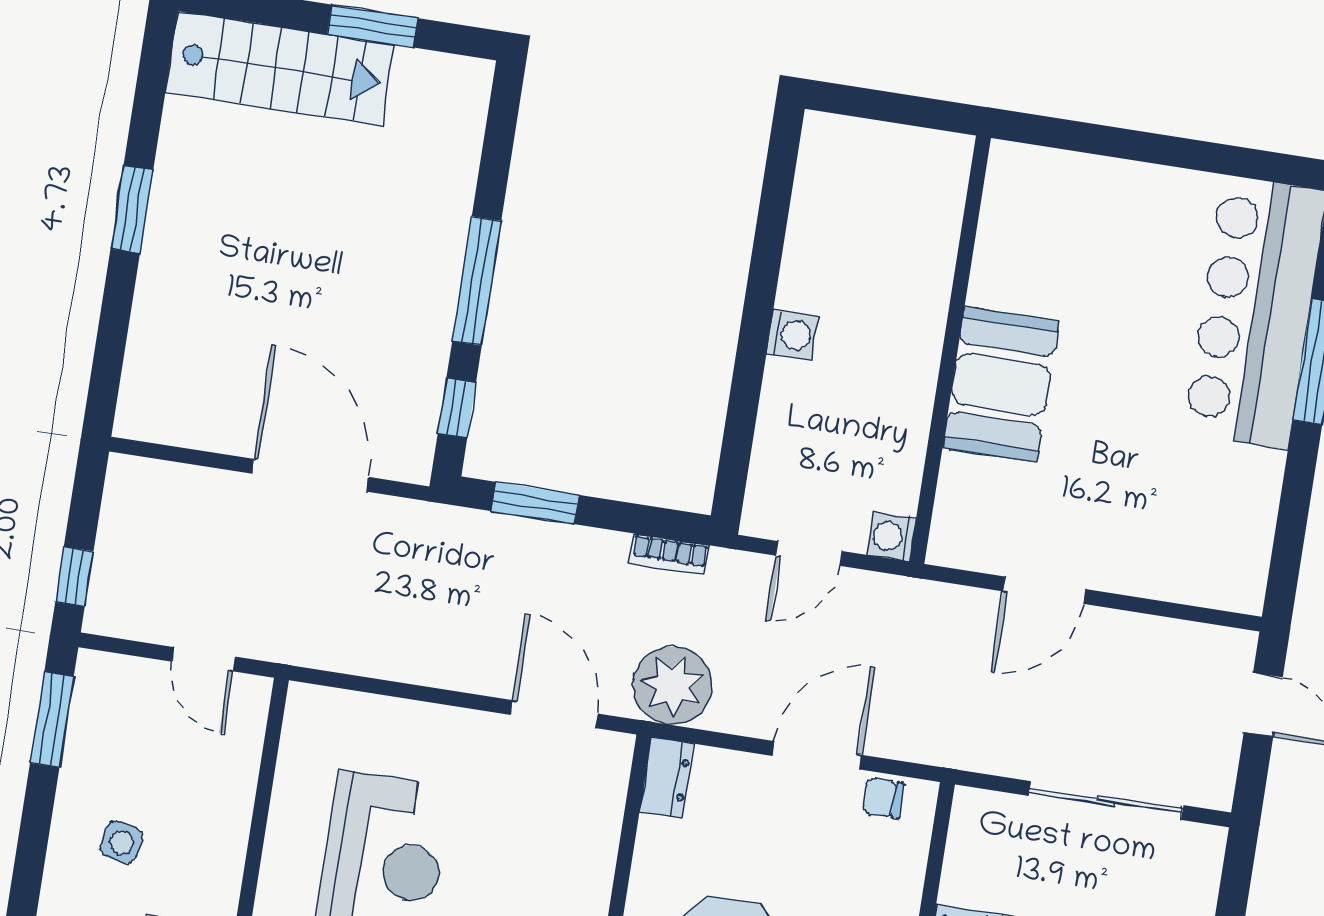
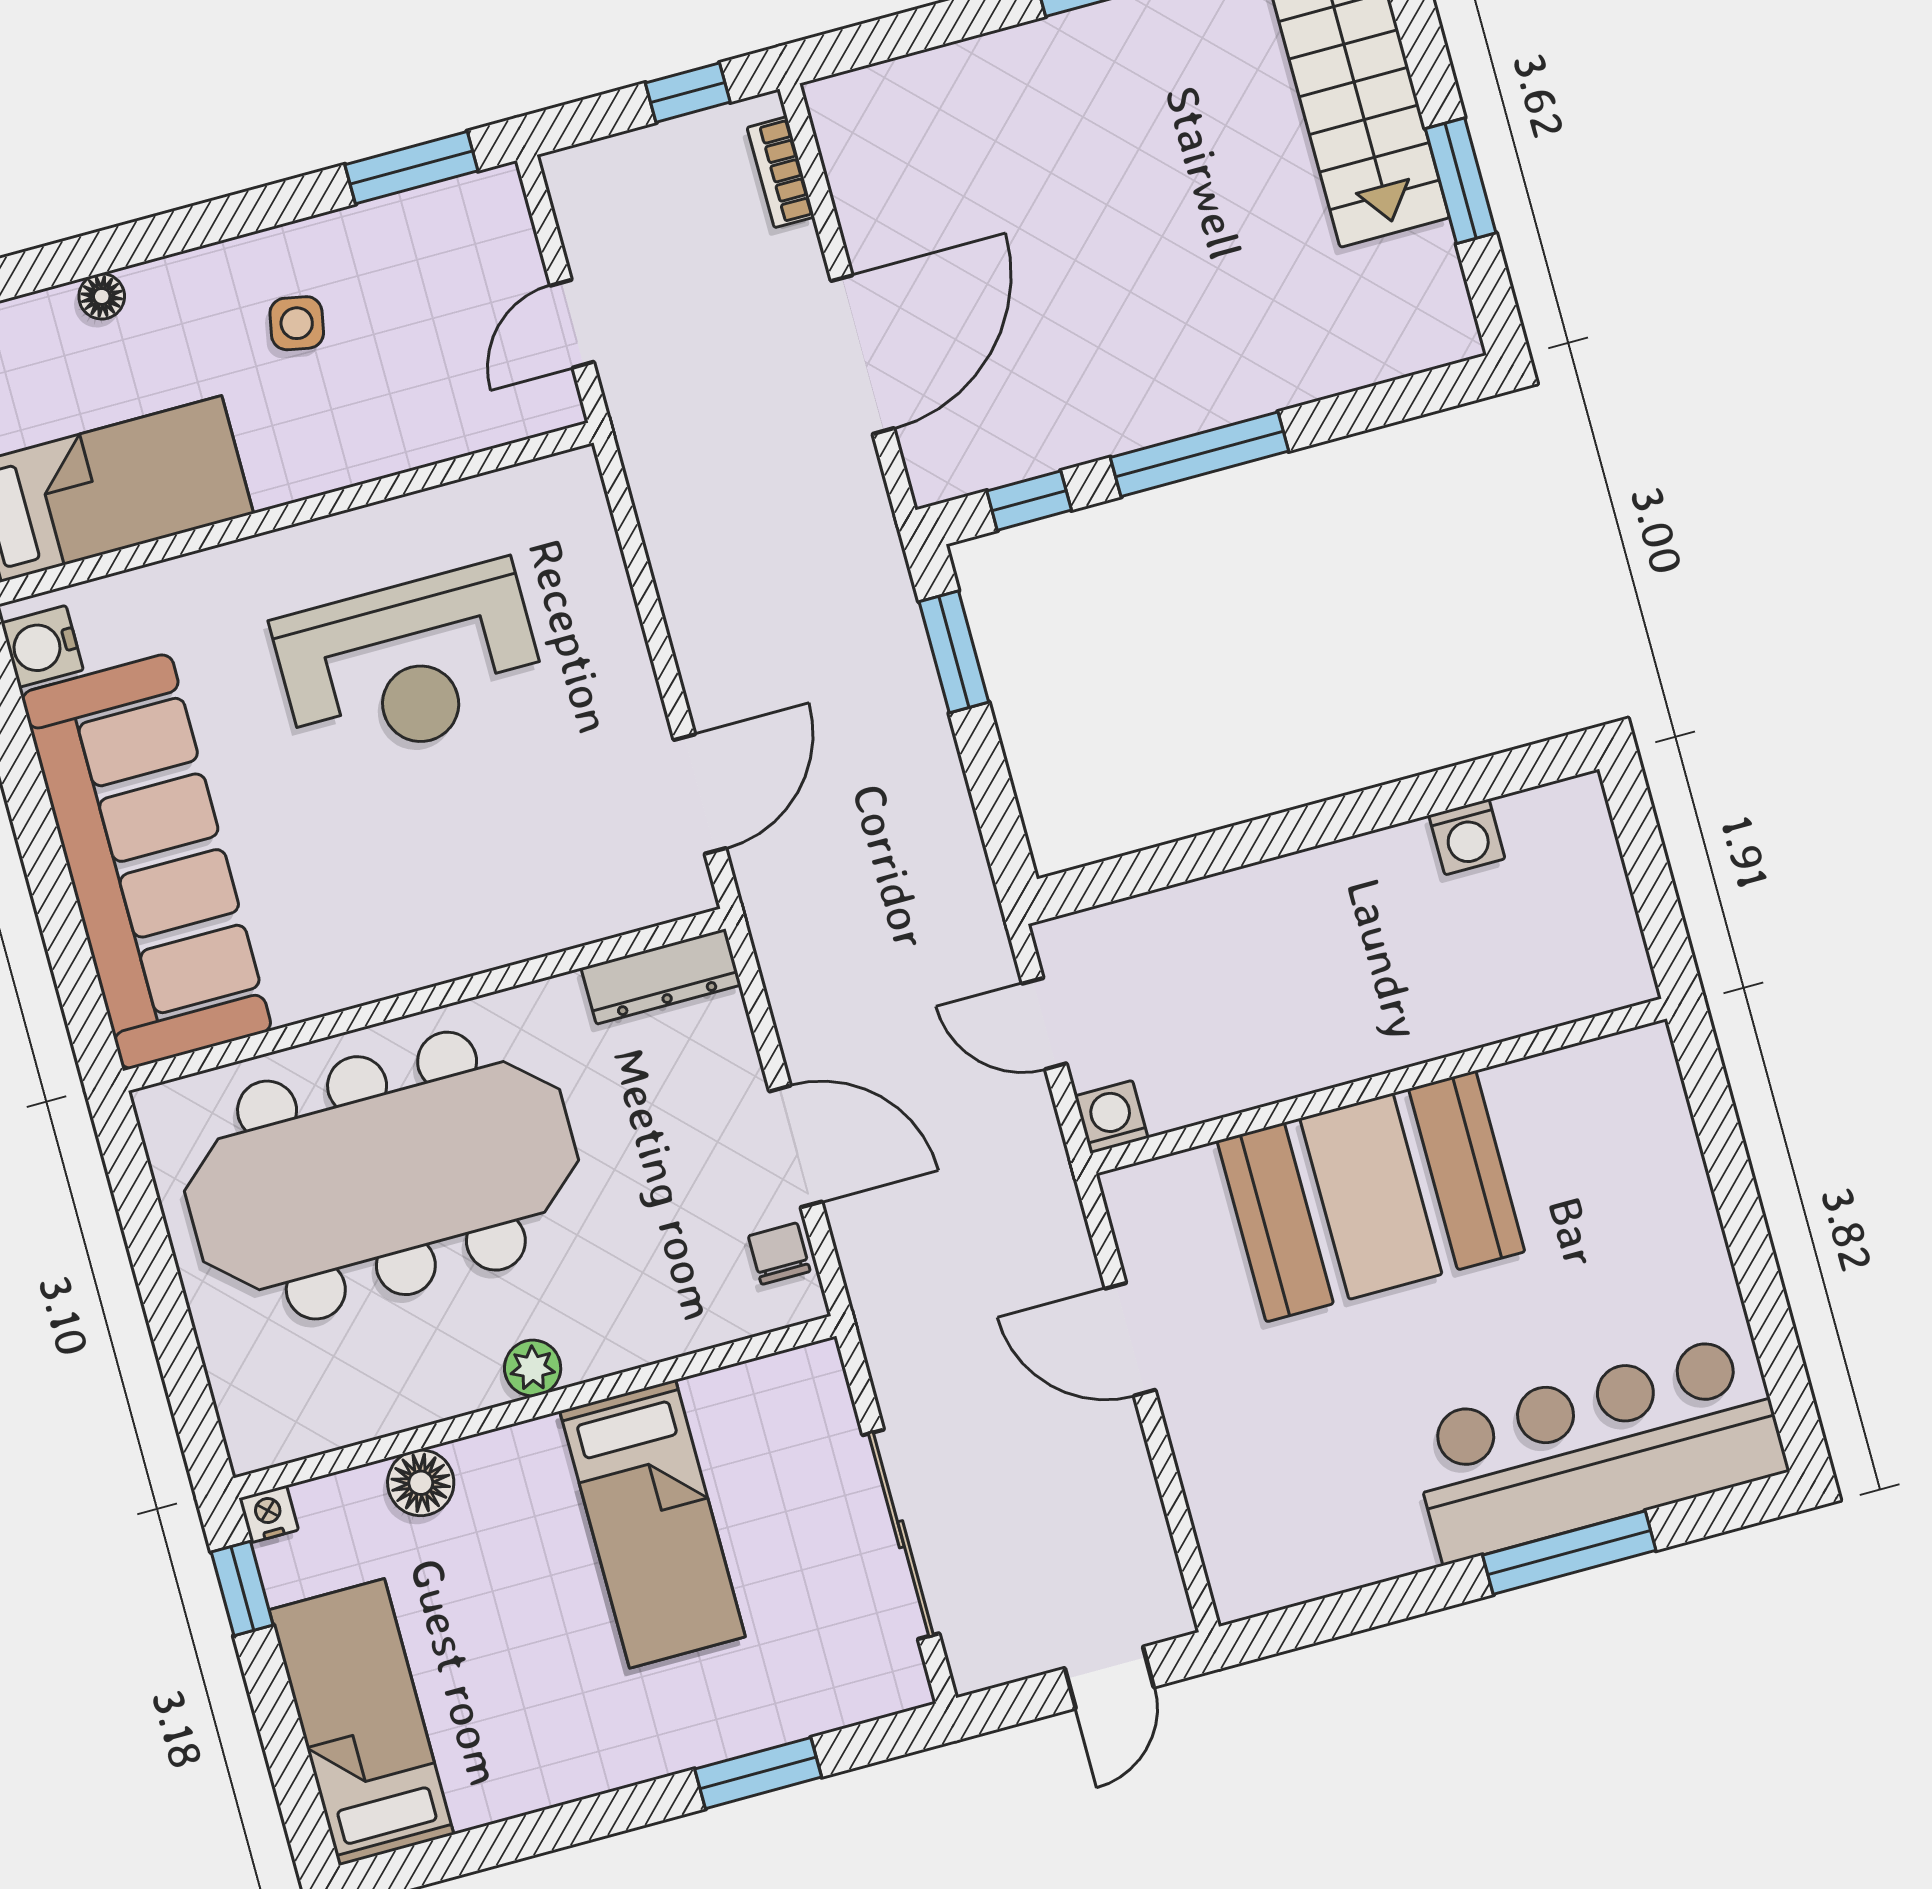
washing machine: (792, 335) -> (1467, 837), moved
booth: (1001, 384) -> (1371, 1196), width x1.36, depth x1.42
bookcase: (669, 554) -> (781, 172), moved
window: (74, 577) -> (688, 93), moved
plant: (673, 685) -> (802, 927), removed
dresser: (666, 778) -> (661, 976), width x1.44

